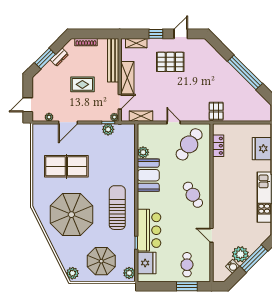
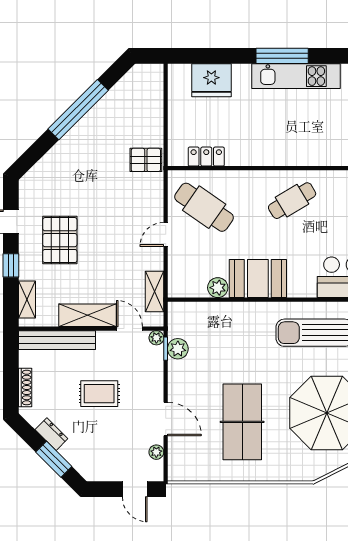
rug: (82, 84) -> (99, 394), turned 90

